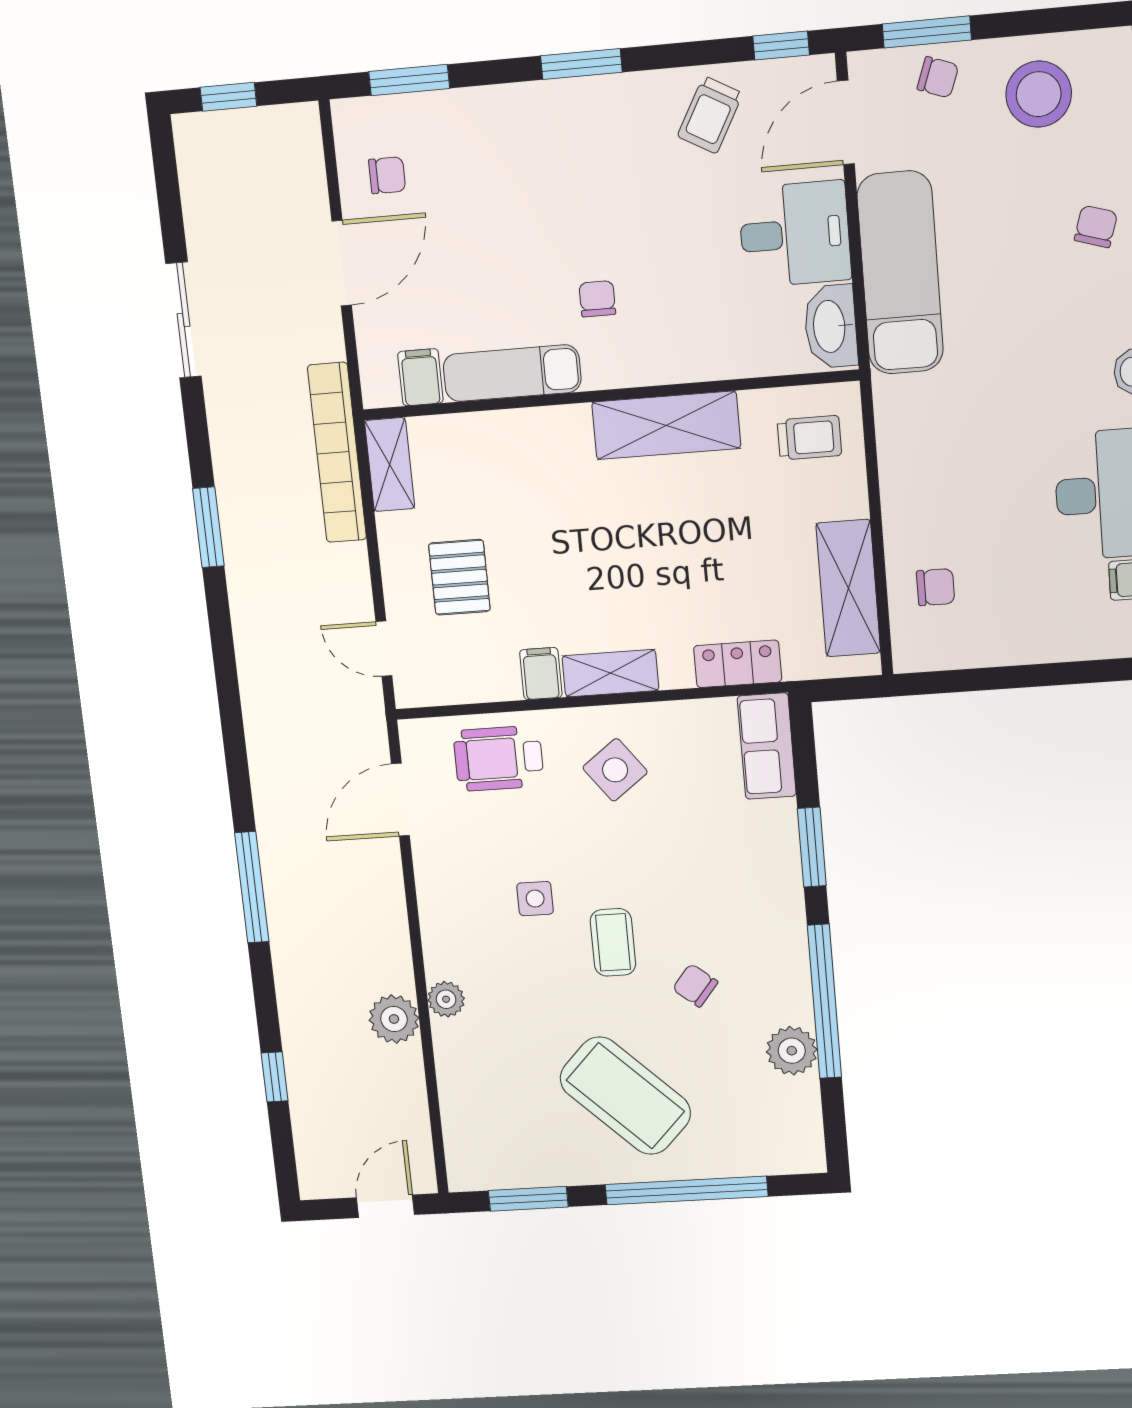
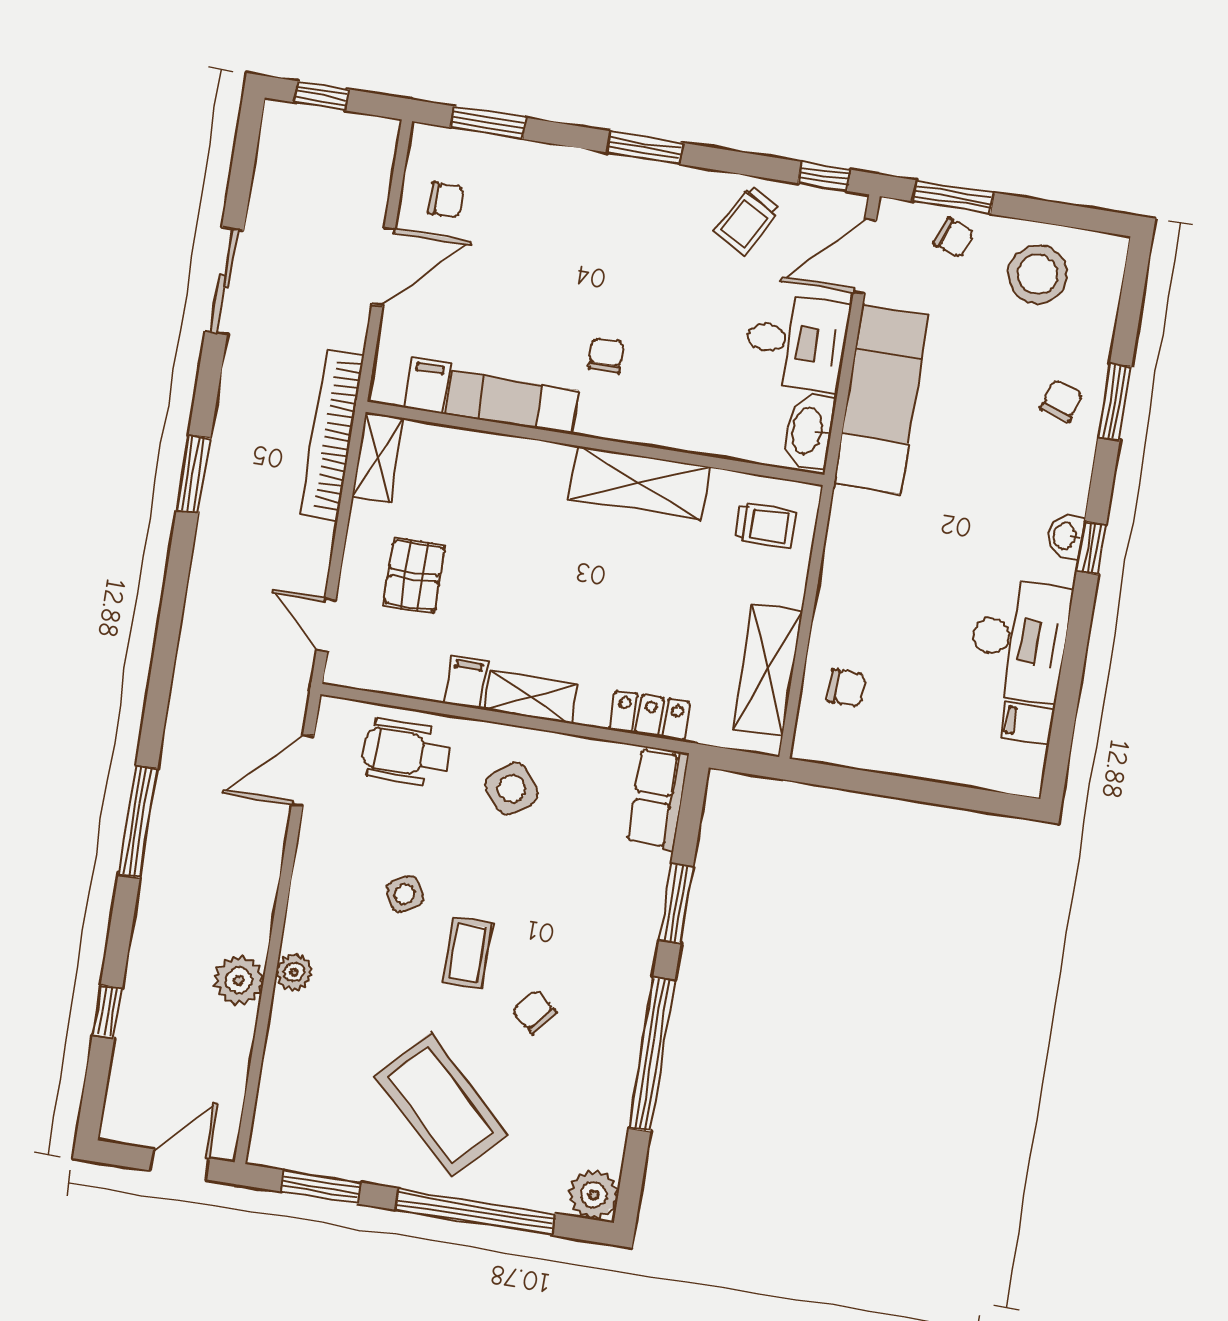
side table: (535, 899) -> (405, 894), turned -30
plant: (792, 1051) -> (593, 1195), moved

